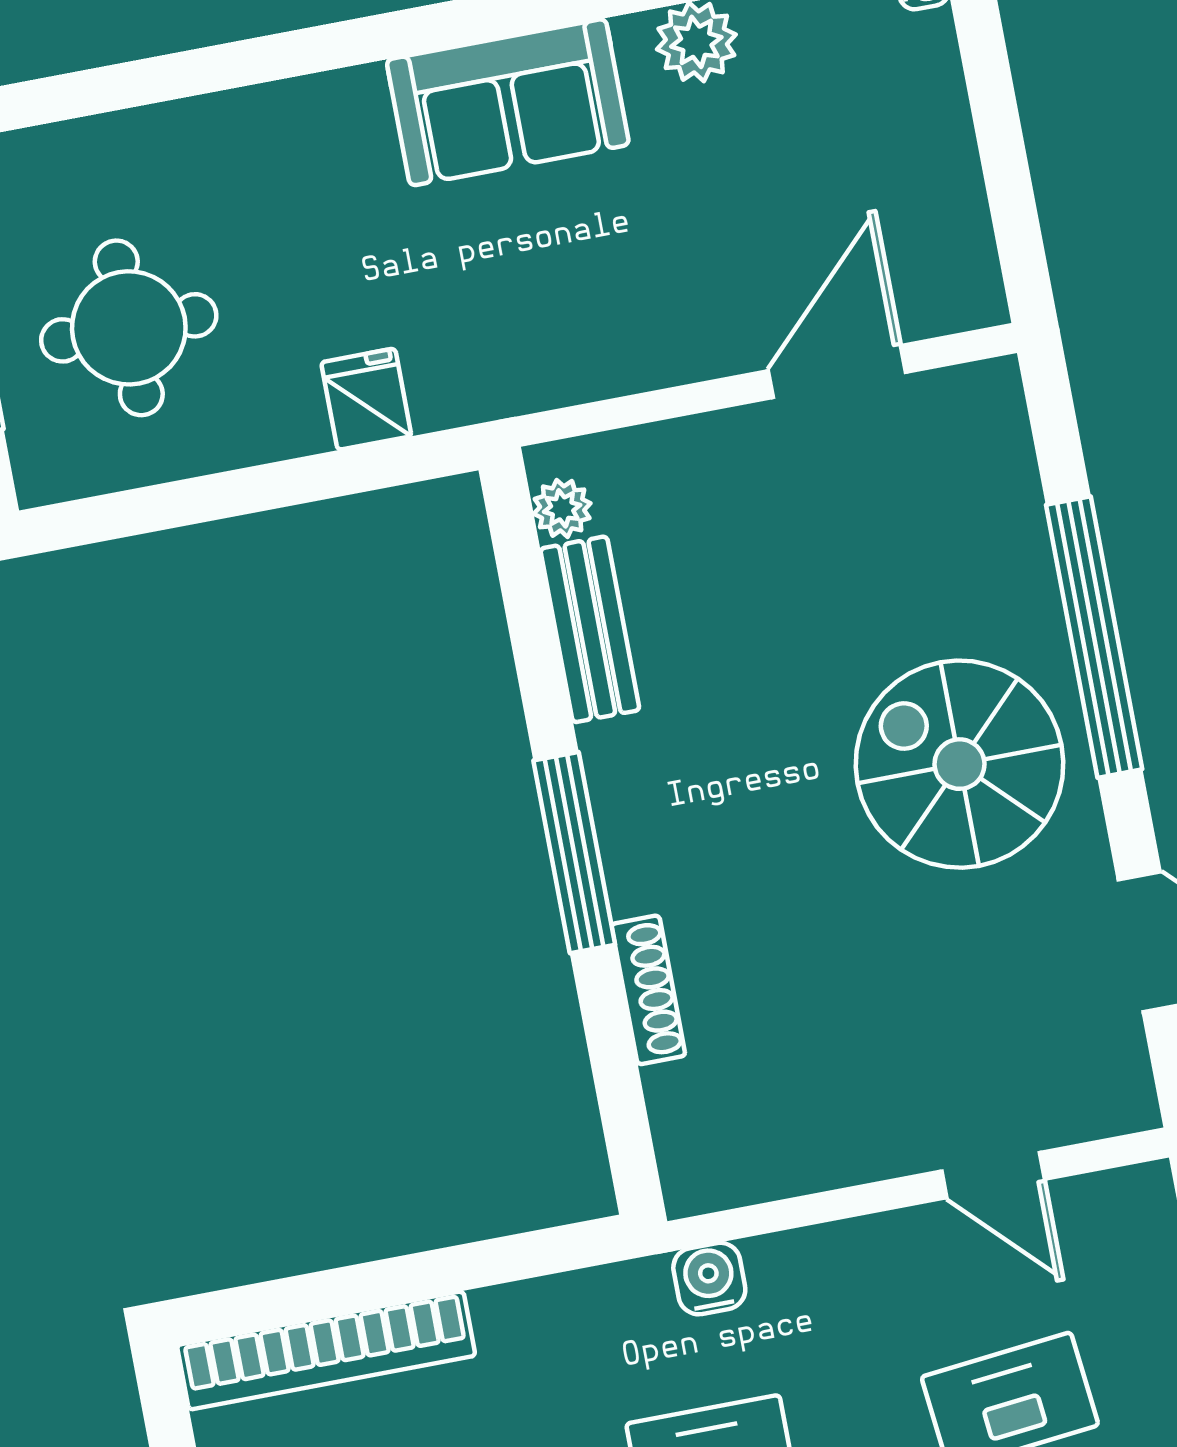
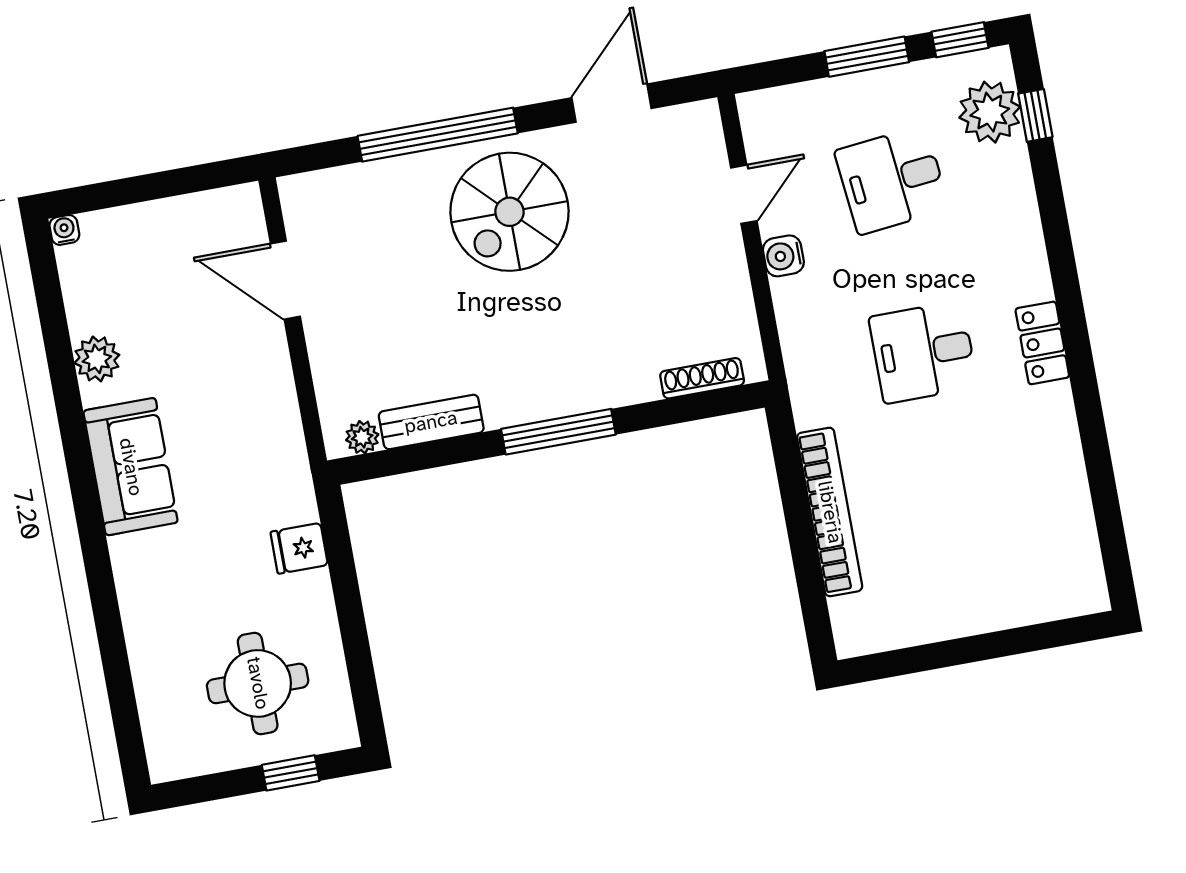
shoe rack: (648, 990) -> (702, 378), moved
water cooler: (709, 1279) -> (783, 256), moved
bookcase: (326, 1350) -> (830, 512), moved

